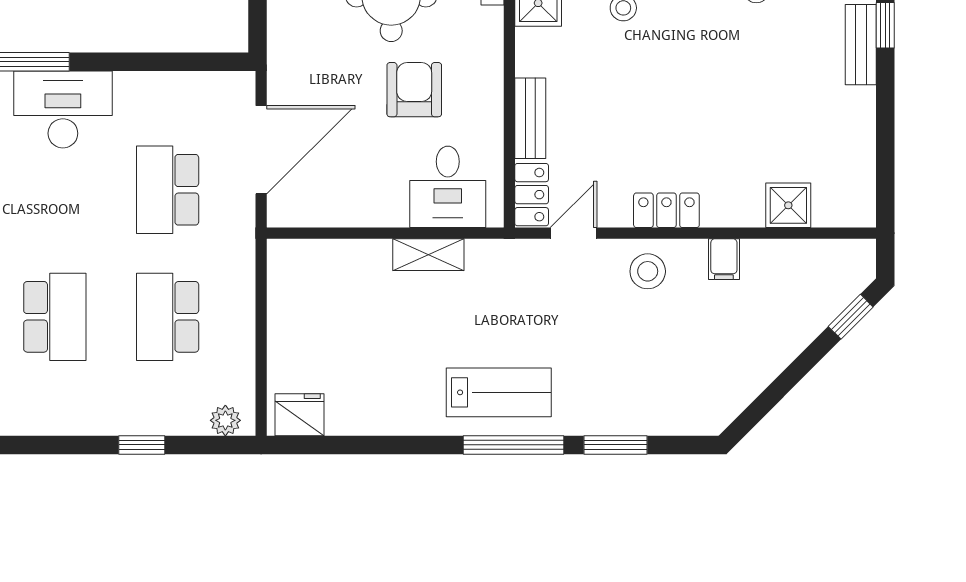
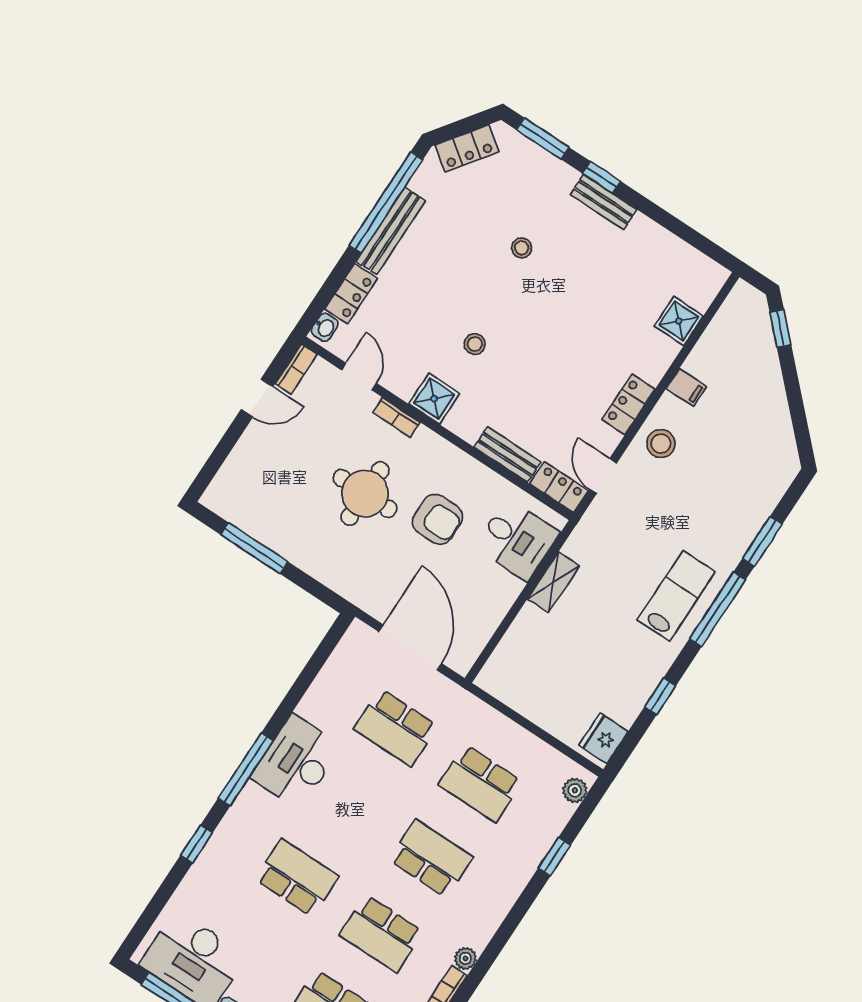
armchair: (414, 90) -> (437, 519), turned 180
window: (383, 445) -> (660, 696), added

